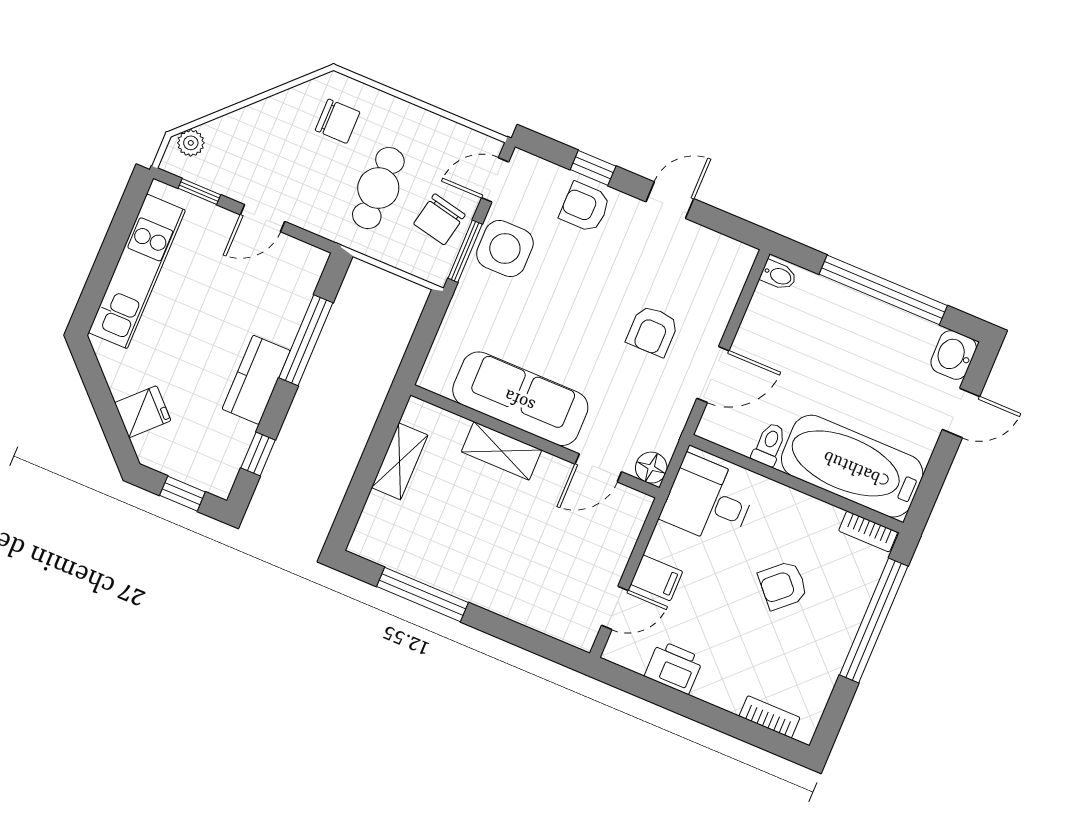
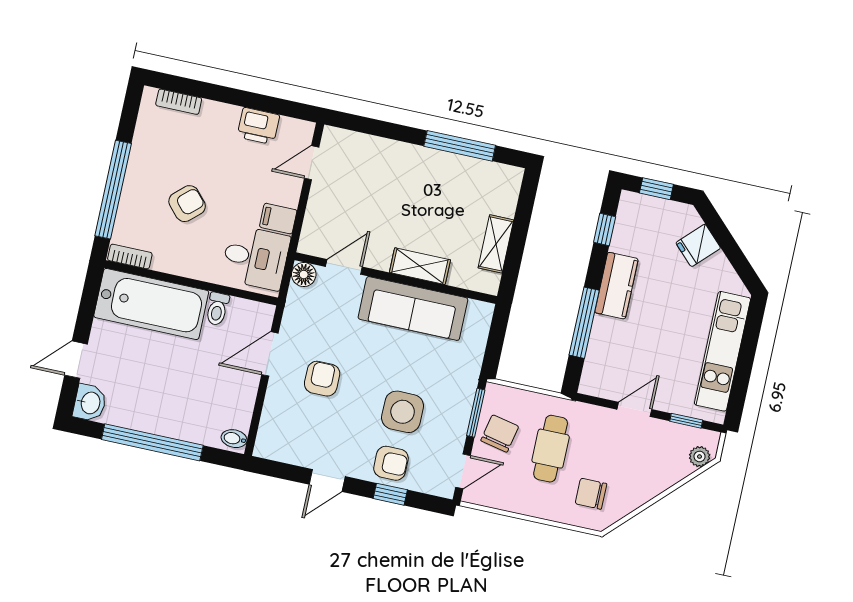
side table: (505, 249) -> (403, 412), moved
filing cabinet: (657, 578) -> (278, 219), moved

